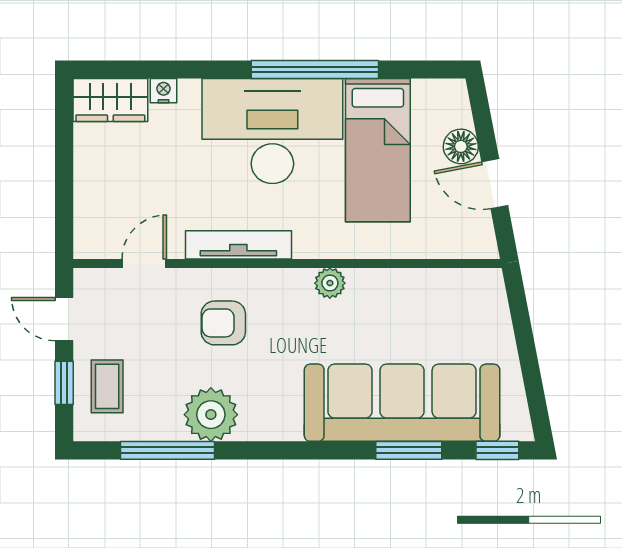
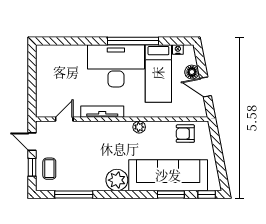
nightstand: (164, 91) -> (178, 50), moved
wardrobe: (110, 100) -> (51, 53), removed
armchair: (223, 323) -> (185, 134), moved
plant: (211, 415) -> (117, 180), moved

